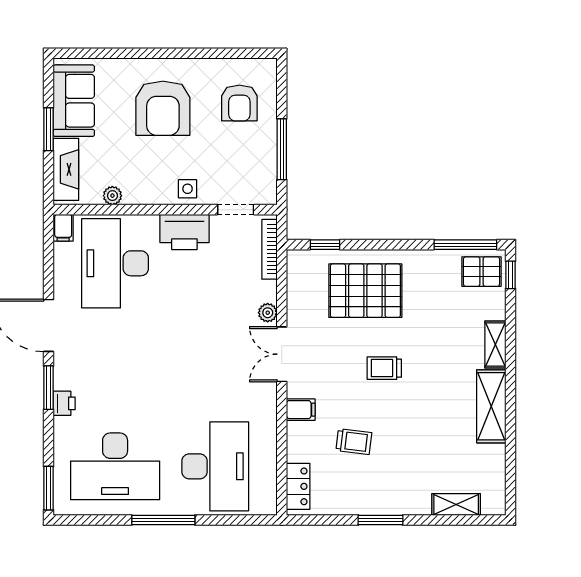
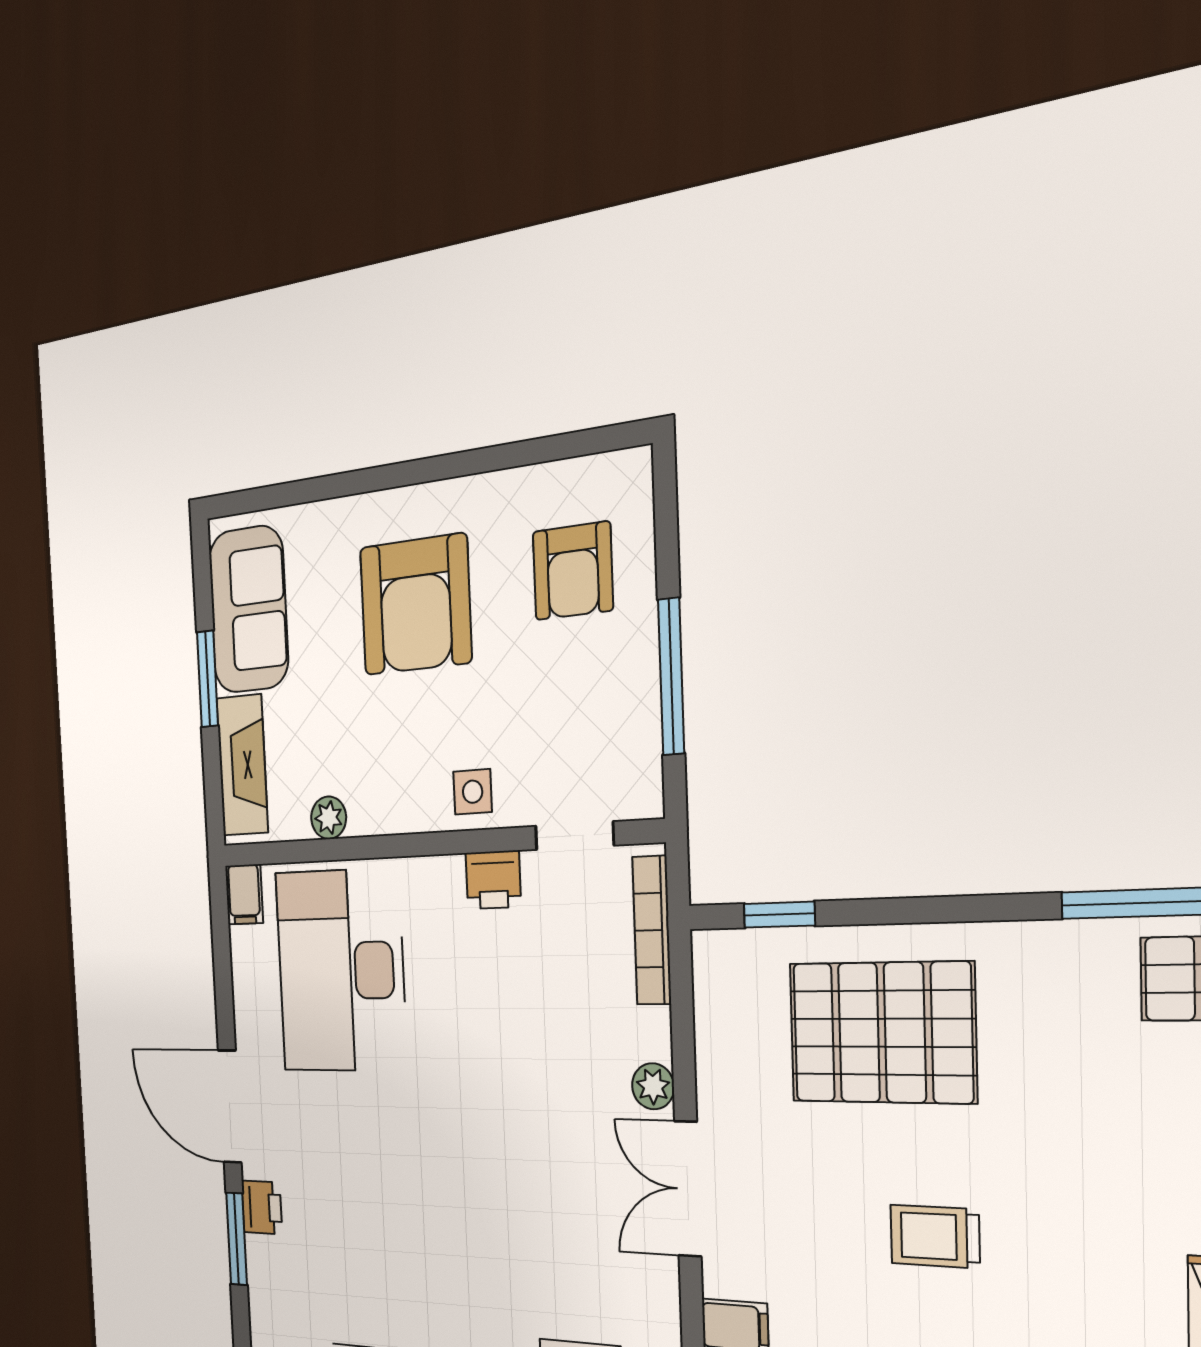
printer: (184, 232) -> (493, 880), width x0.53, depth x0.68
printer: (64, 403) -> (262, 1207), moved

